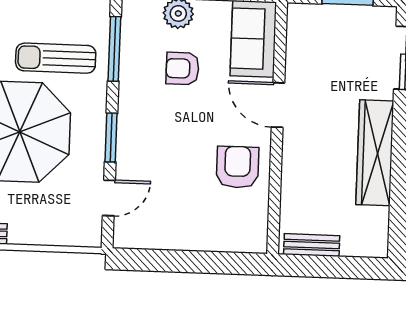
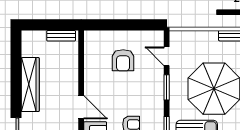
armchair: (237, 167) -> (123, 60), moved
door: (109, 198) -> (167, 56), hinge flipped

